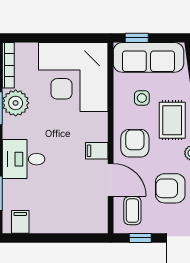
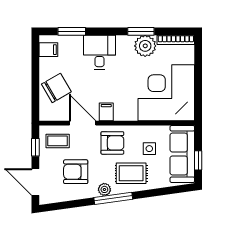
window: (137, 38) -> (198, 160), moved
door: (111, 180) -> (83, 123), swing flipped
armchair: (170, 188) -> (76, 172), turned -90
chair: (67, 212) -> (56, 88), added

